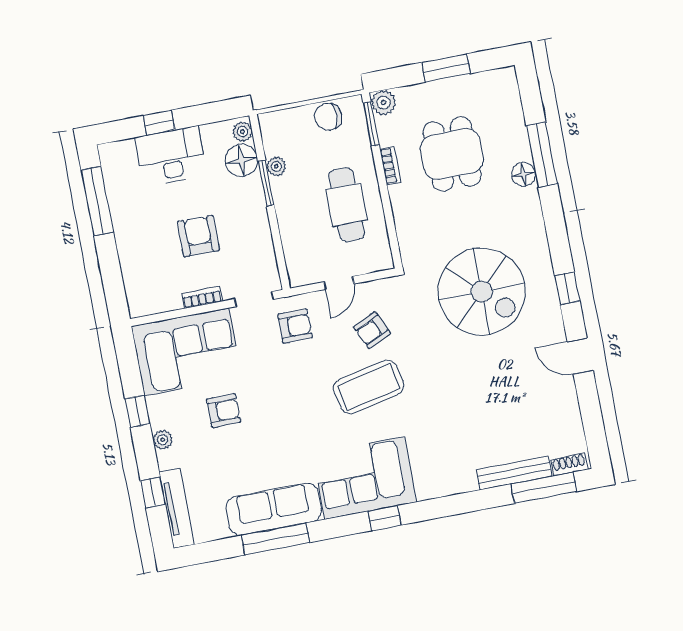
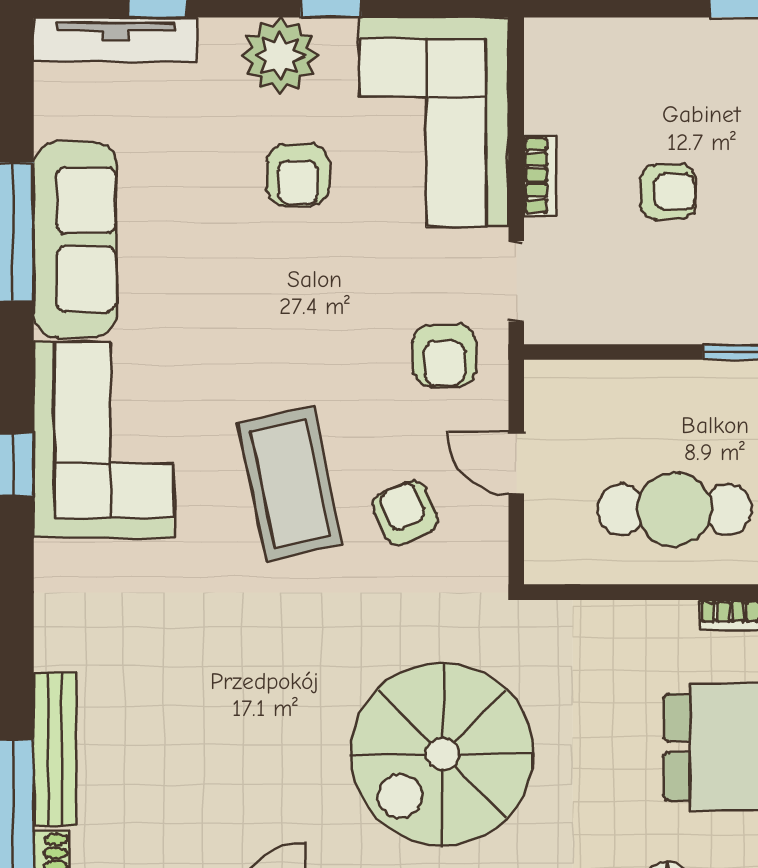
armchair: (198, 236) -> (668, 192), width x0.72, depth x0.72
plant: (163, 440) -> (280, 56), width x1.87, depth x1.87

